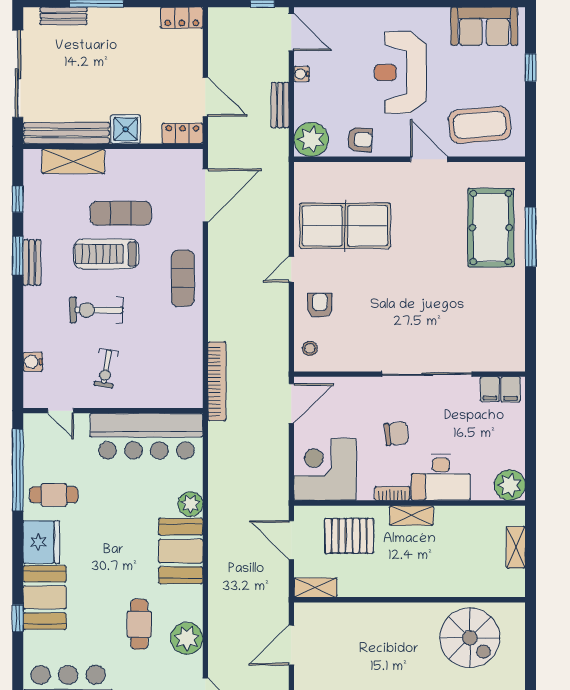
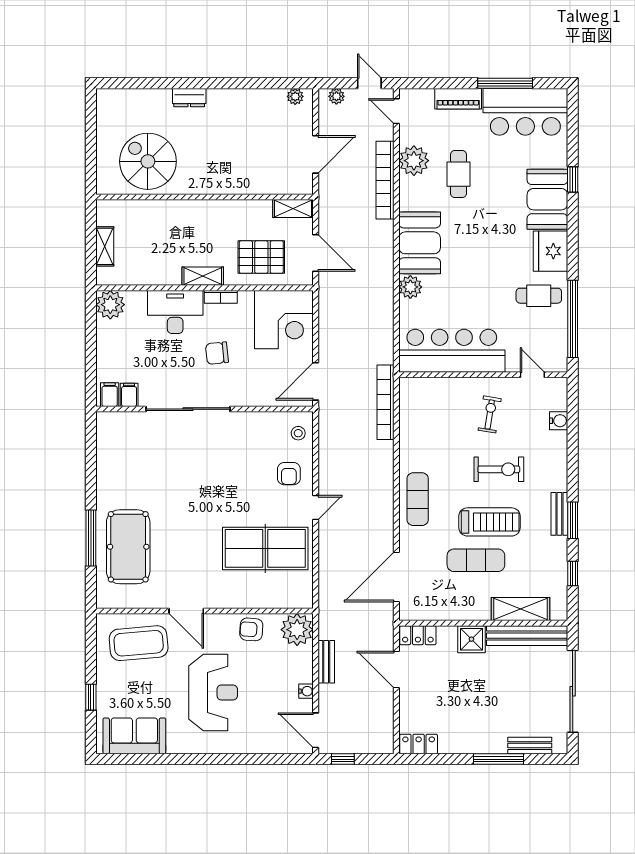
bookcase: (217, 618) -> (385, 180), added

